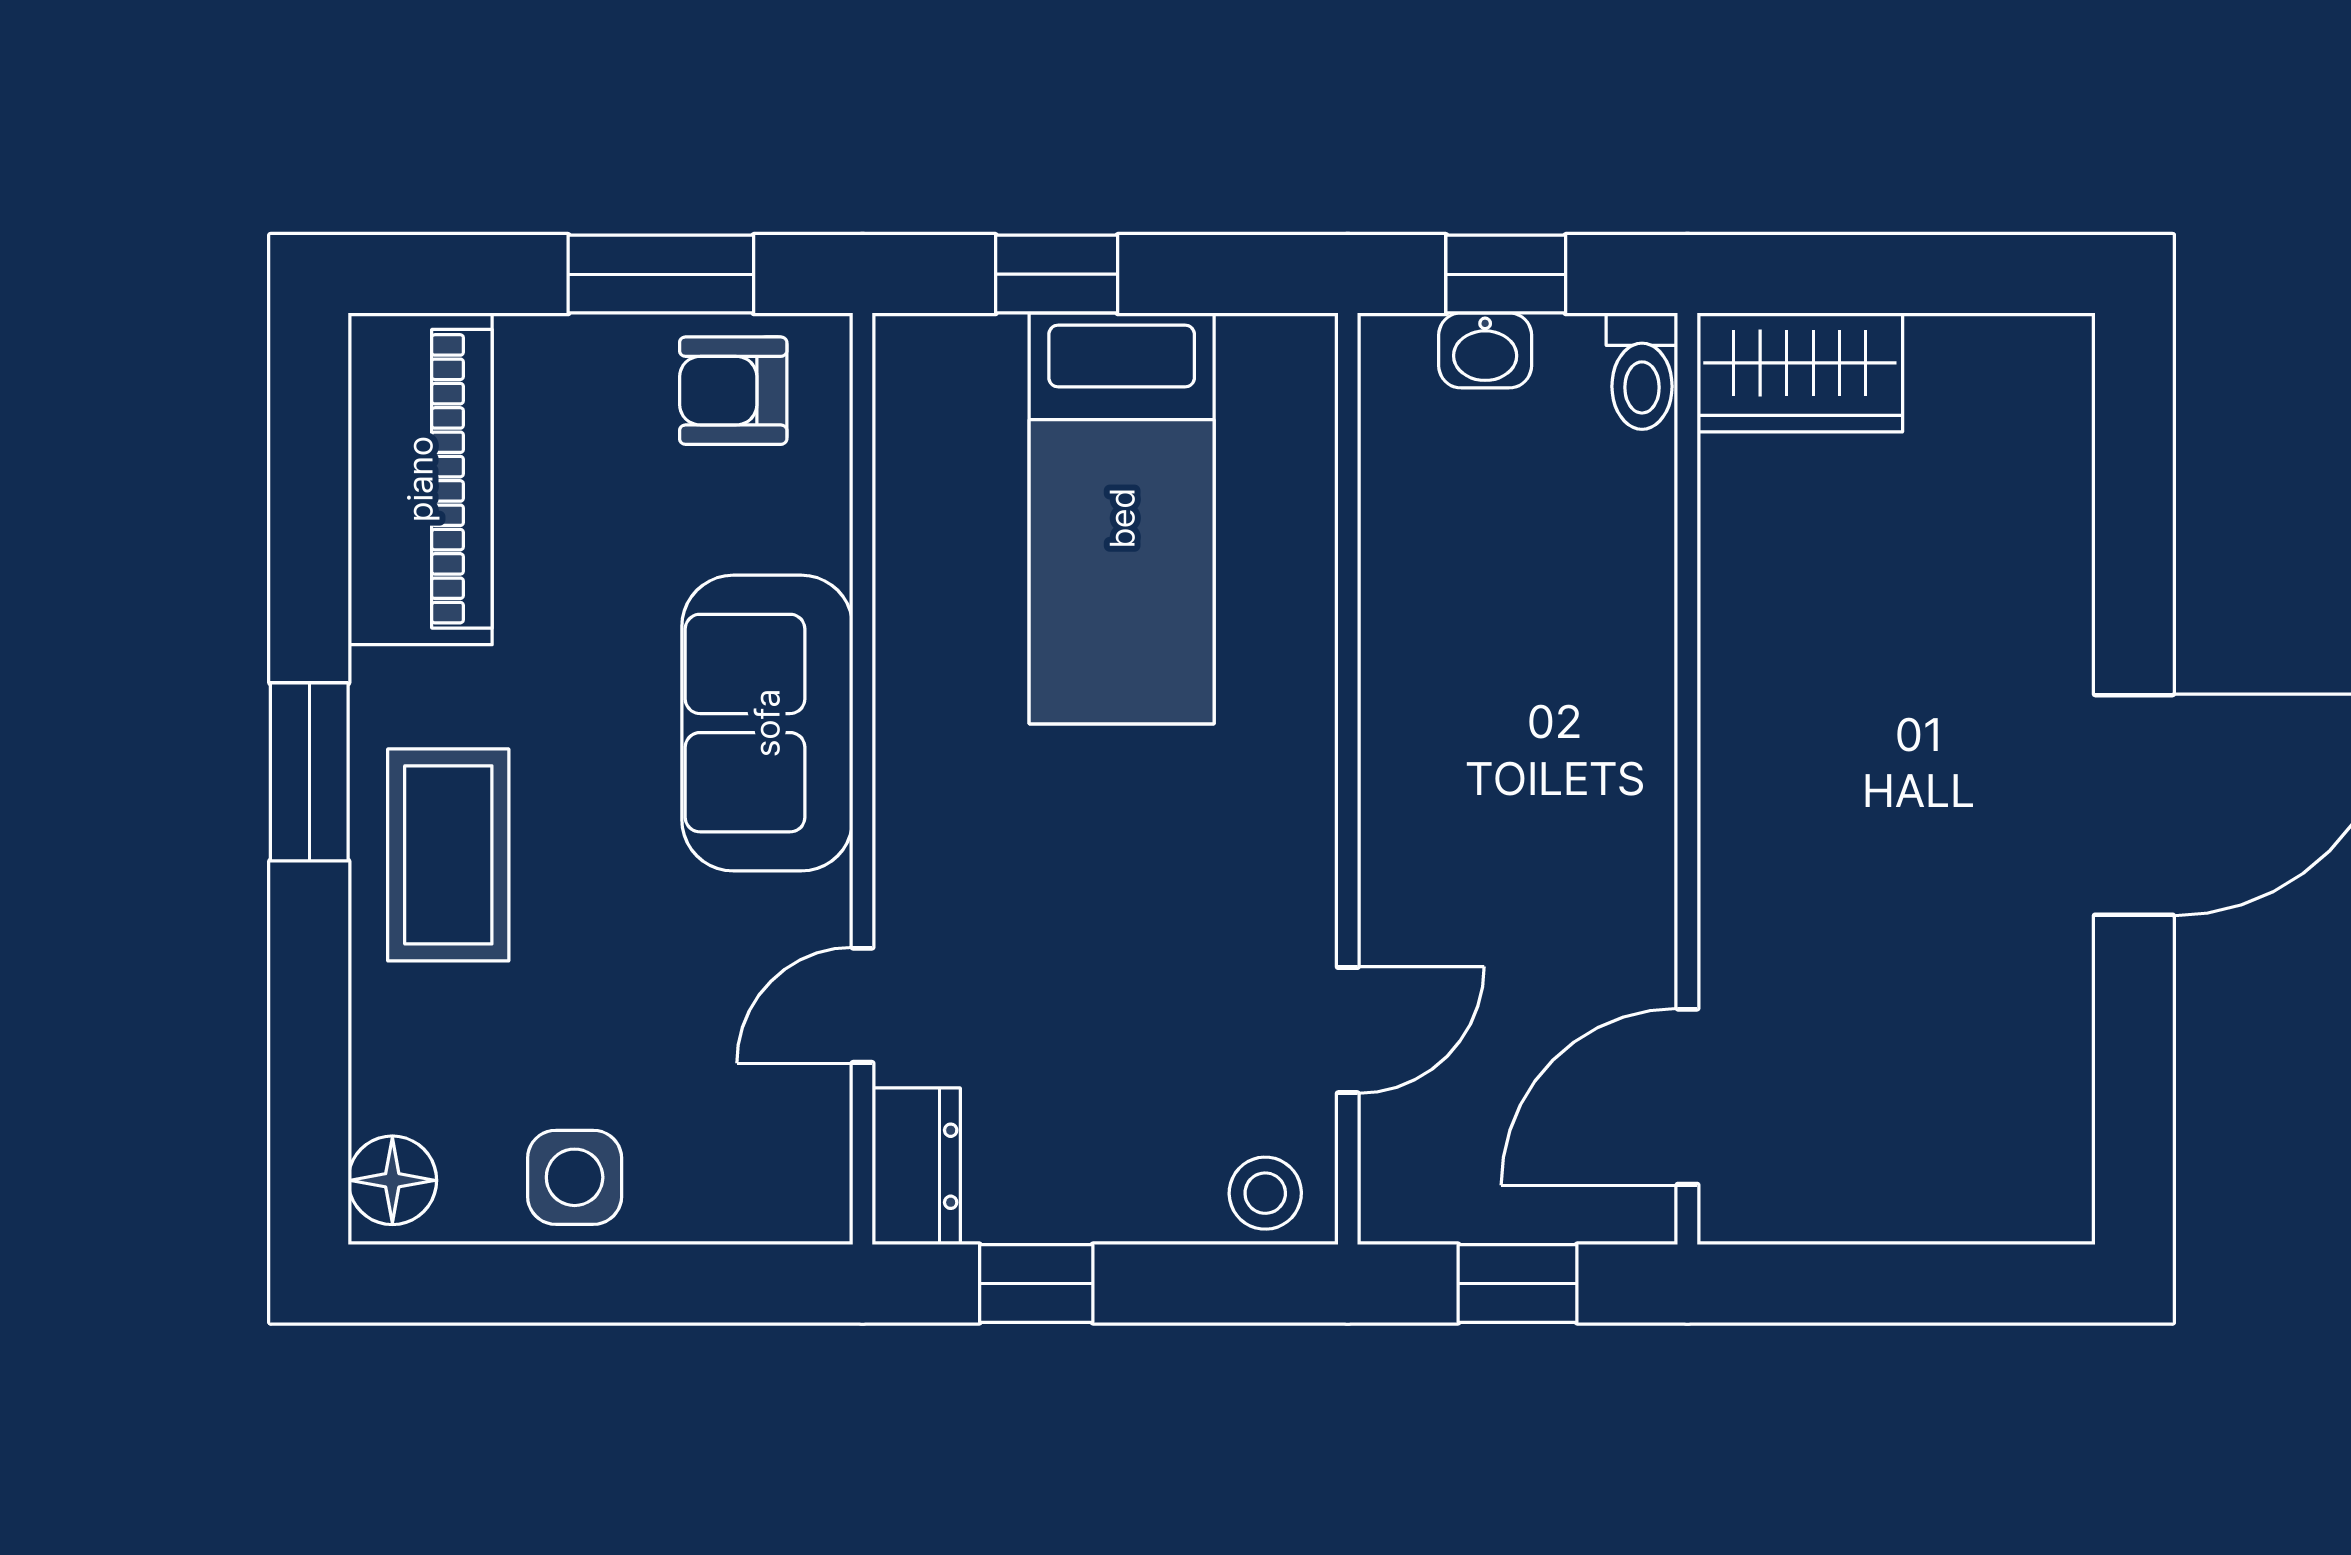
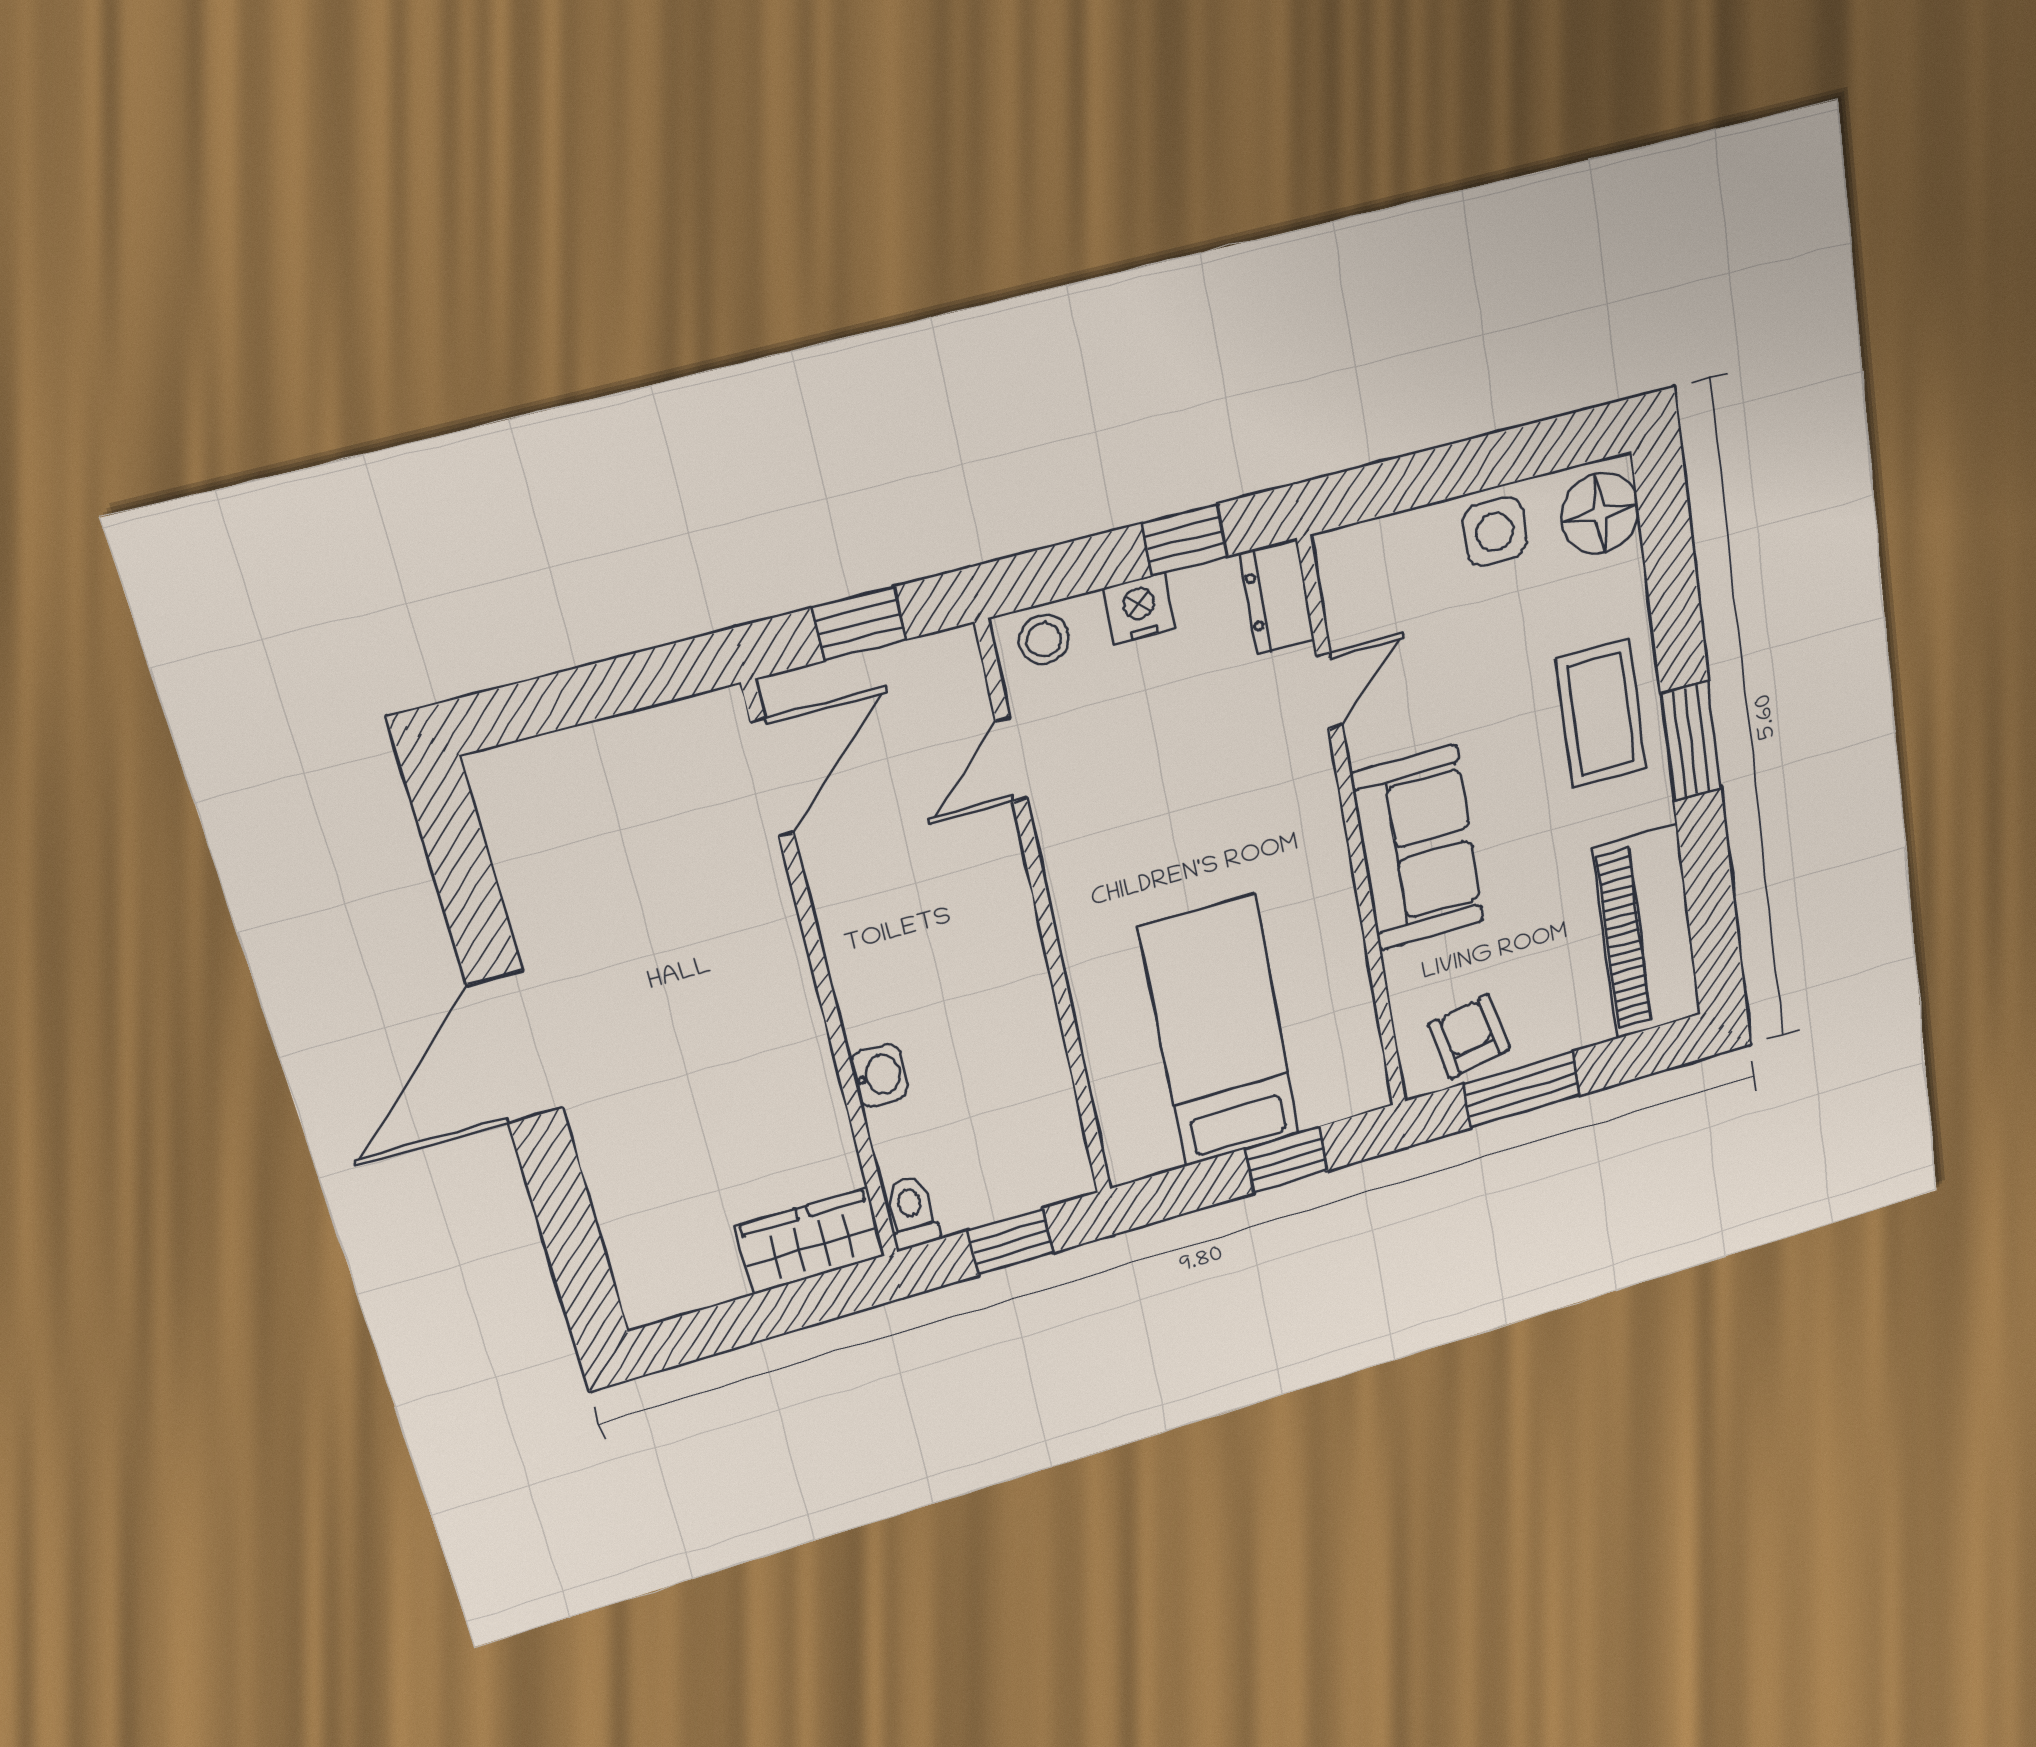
washbasin: (1485, 350) -> (879, 1075), moved, turned 90
armchair: (733, 391) -> (1469, 1037), turned -102
floor lamp: (392, 1180) -> (1600, 513), width x1.38, depth x1.38
nightstand: (1120, 1202) -> (1140, 608), added

